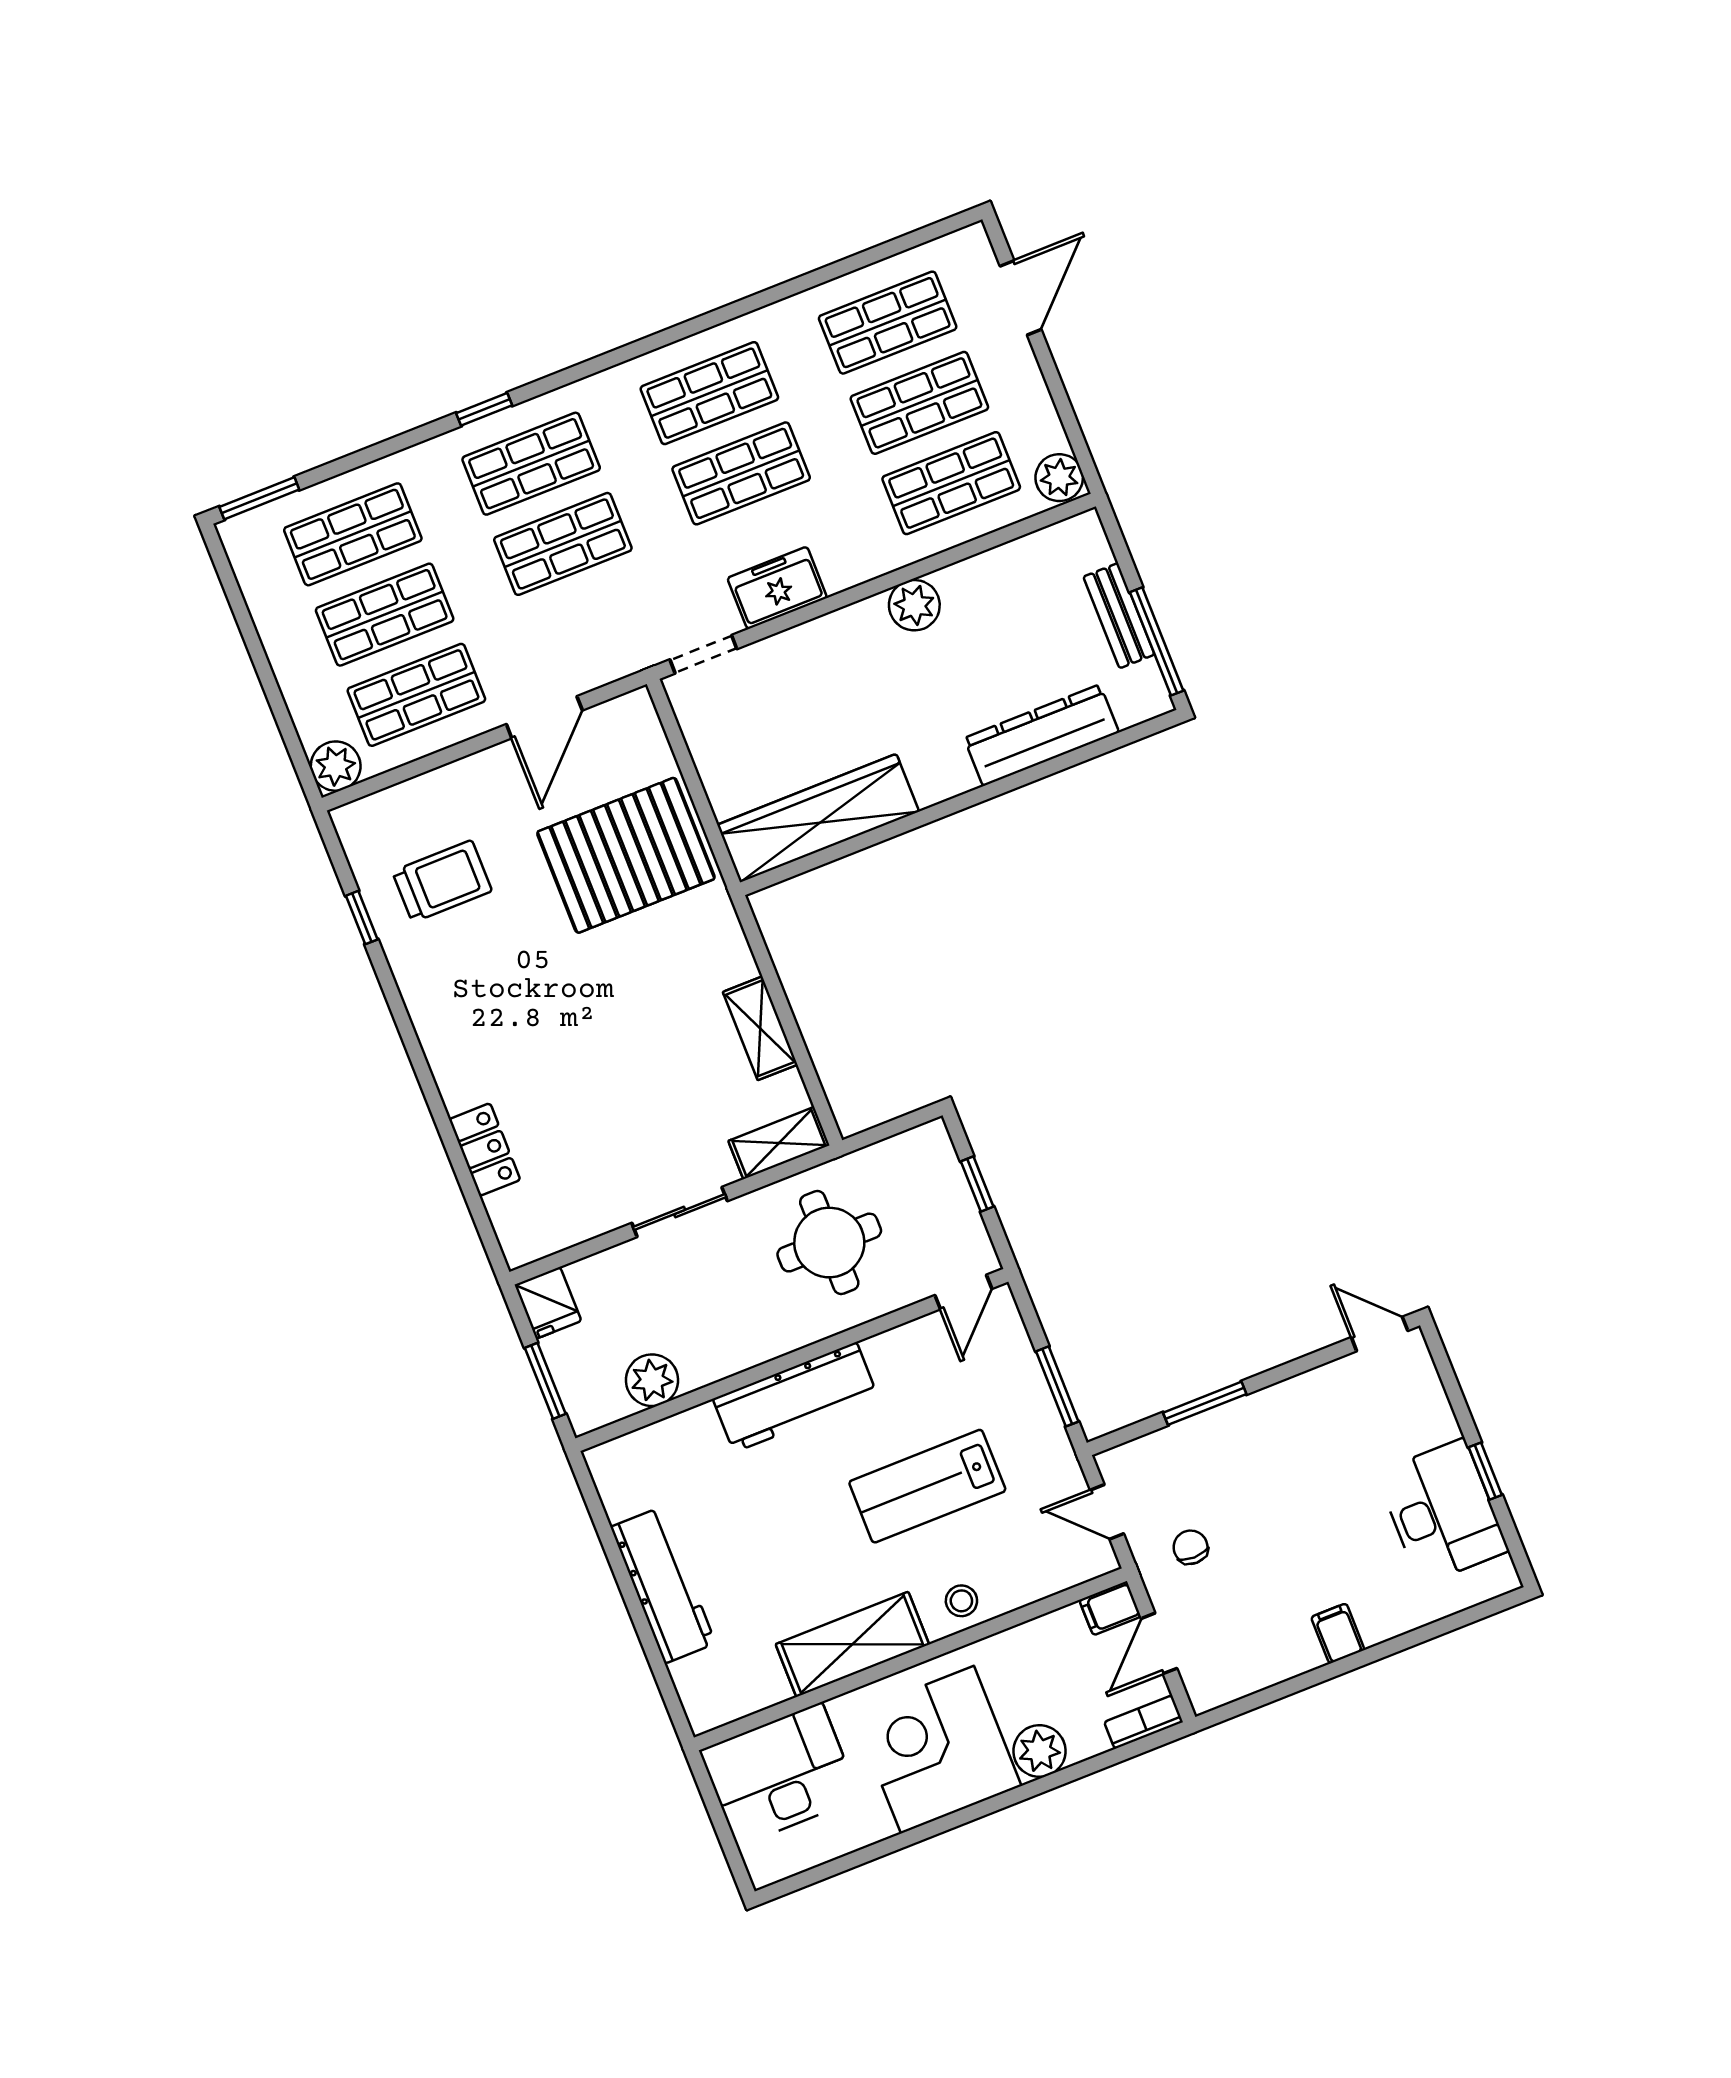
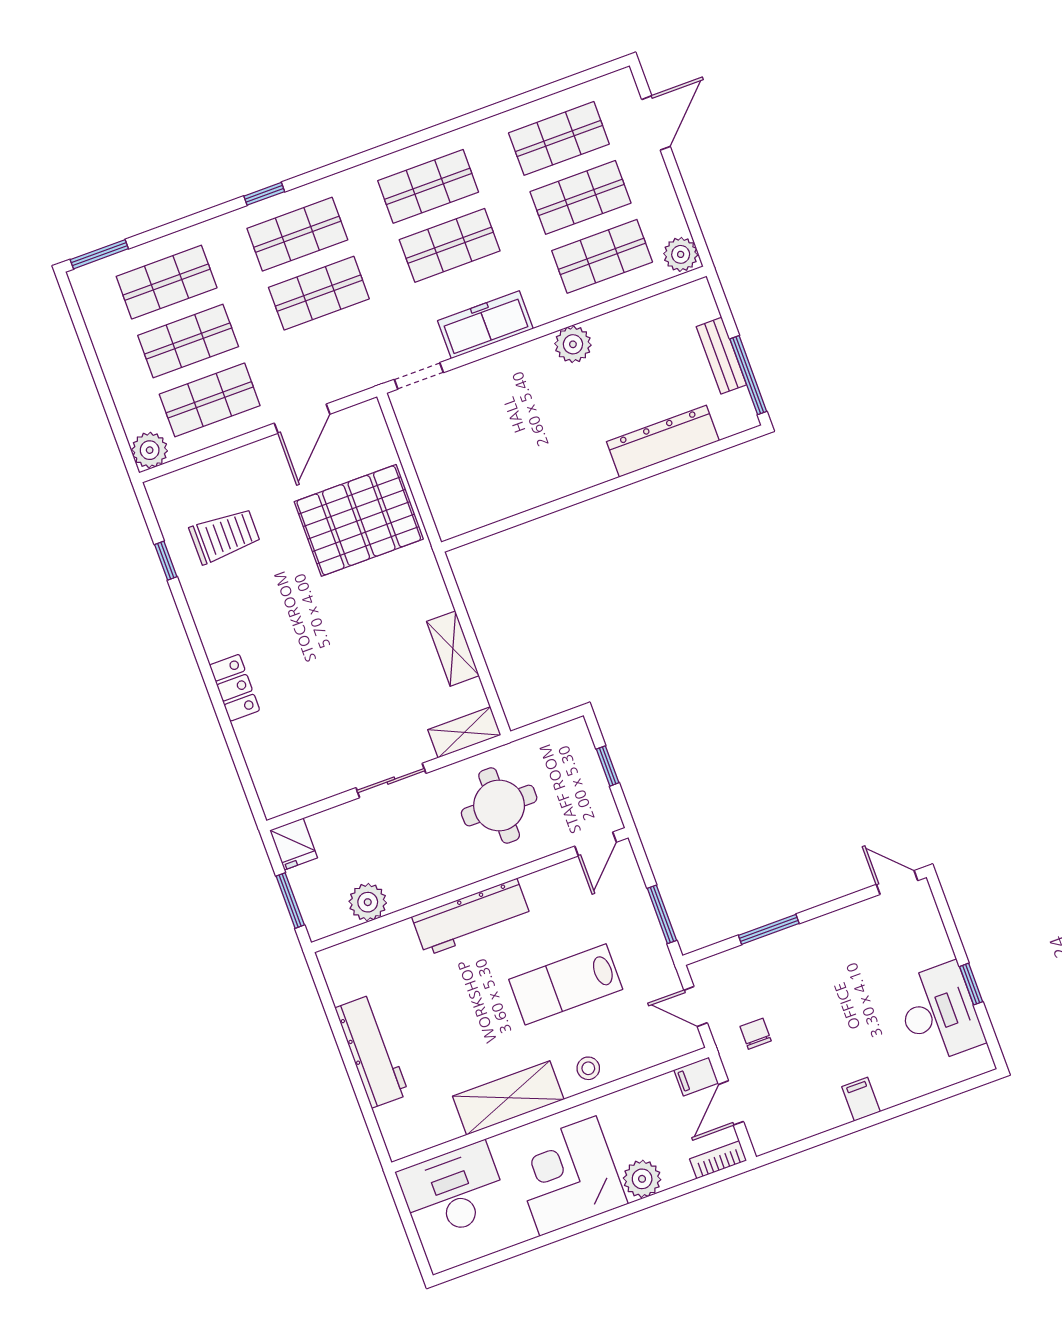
freezer: (777, 588) -> (485, 325), width x1.40
wardrobe: (818, 818) -> (499, 497), removed
locker: (485, 1150) -> (235, 688), moved

